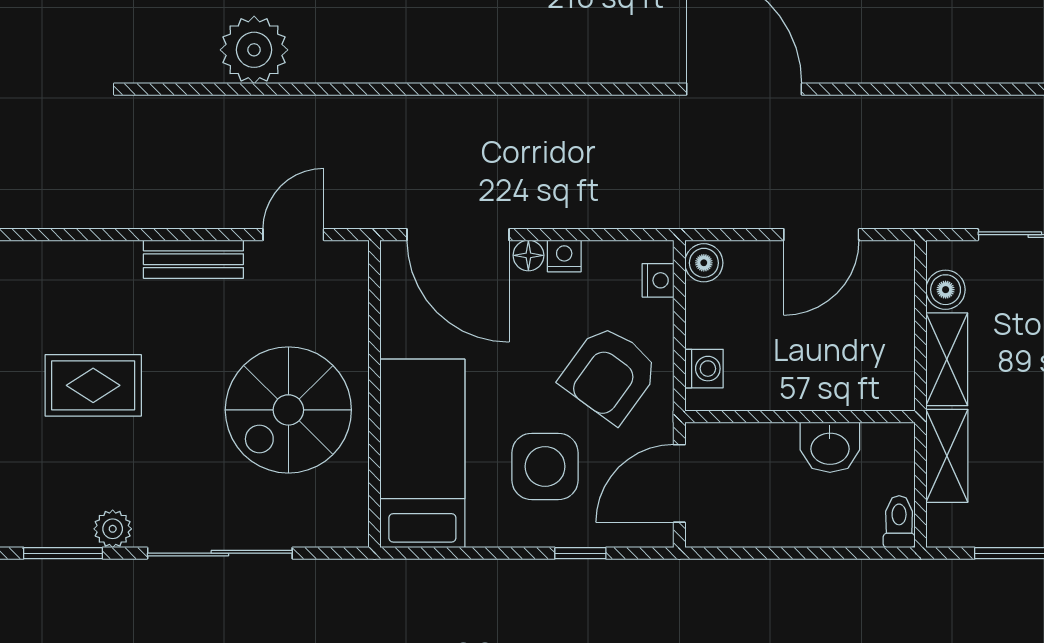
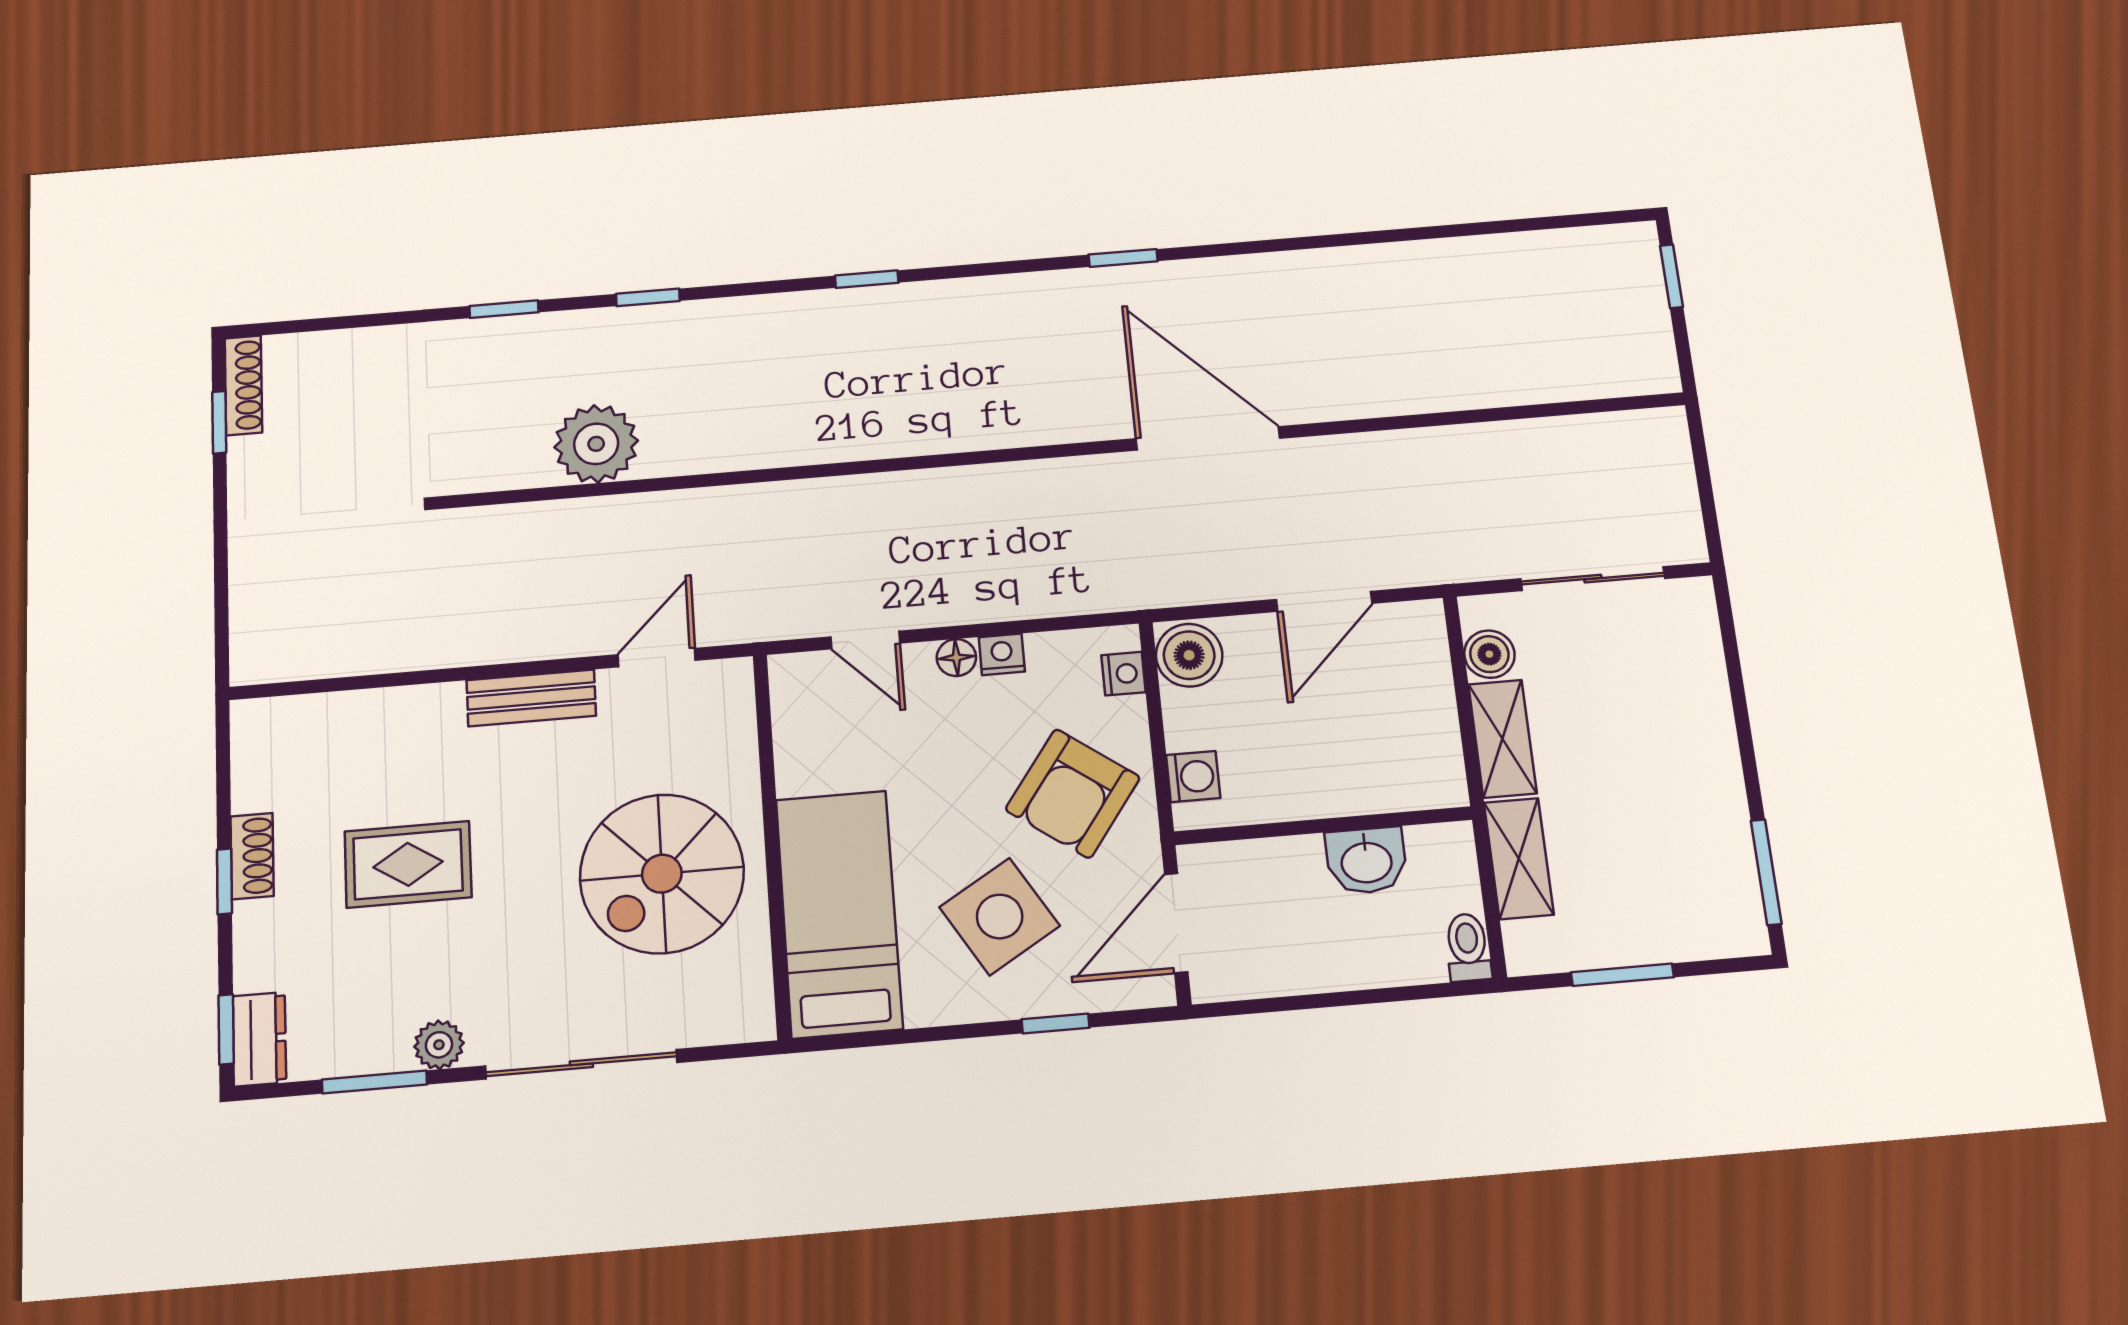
door: (458, 235) -> (865, 640), width x0.53
boiler: (704, 263) -> (1189, 655), width x1.36, depth x1.36
side table: (545, 466) -> (1000, 917), turned -31

